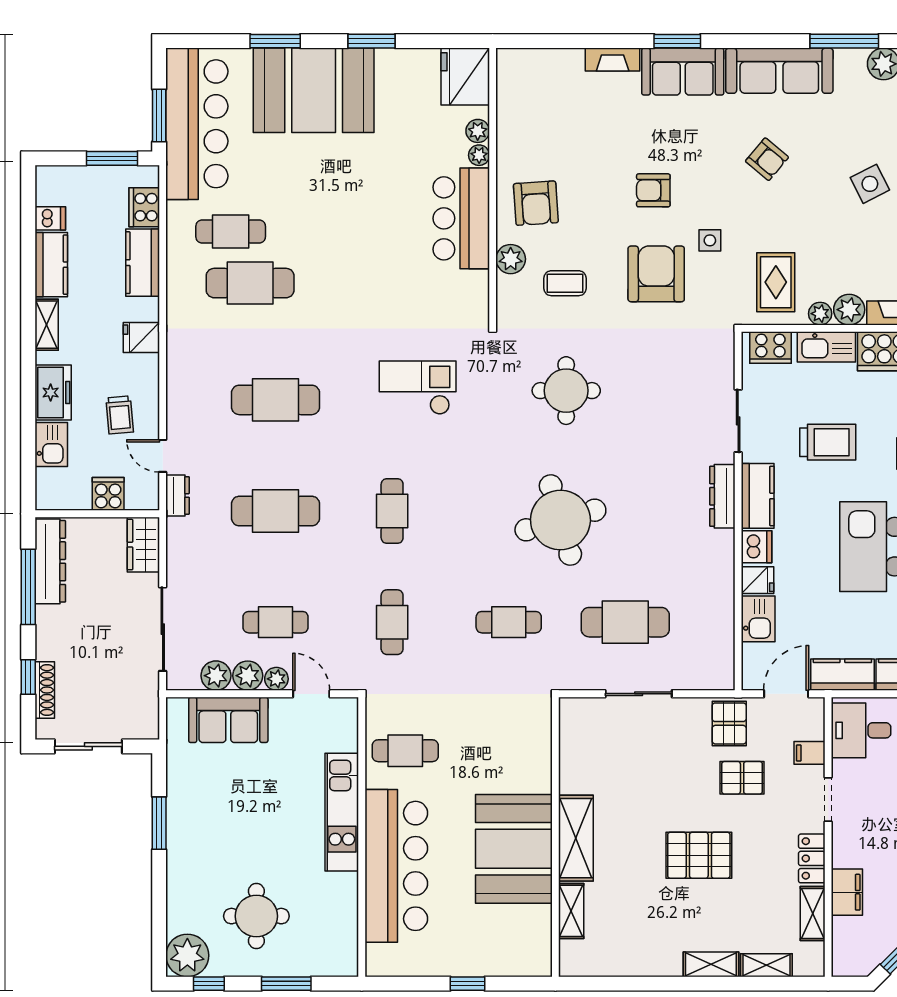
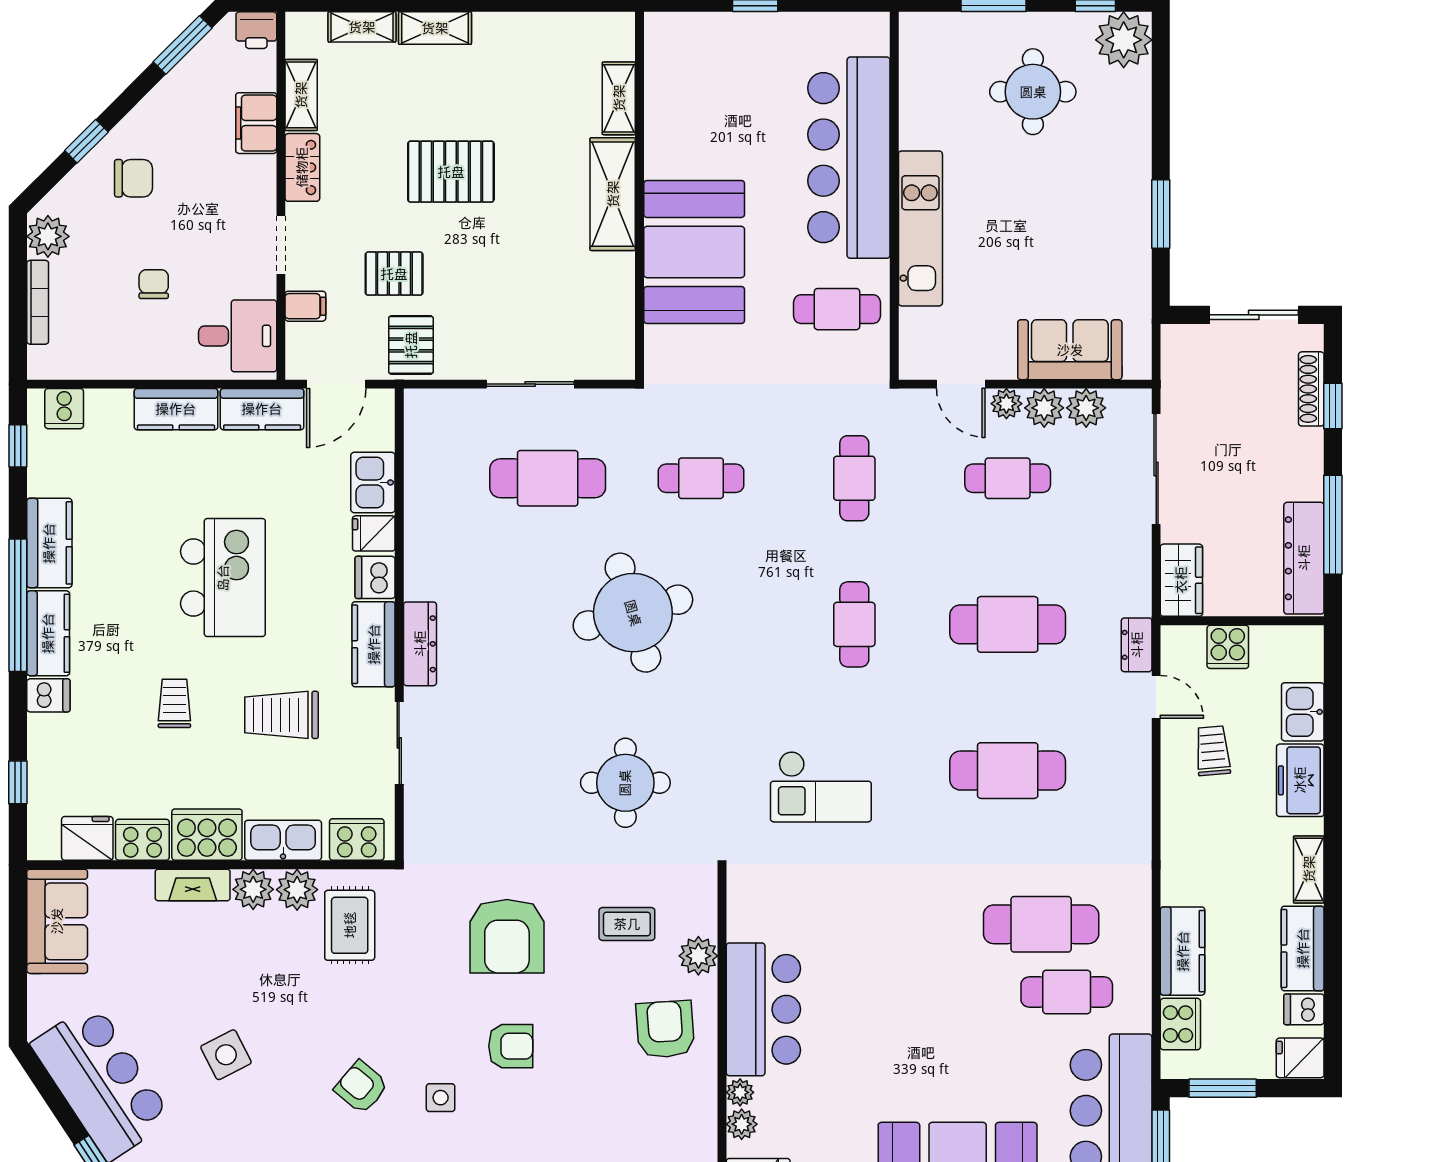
side table: (710, 240) -> (441, 1098), moved
plant: (820, 314) -> (297, 890), width x1.38, depth x1.38
fridge: (141, 337) -> (1300, 1058), moved, turned 180
booth: (514, 849) -> (694, 252), moved
printer: (847, 963) -> (256, 30), added

